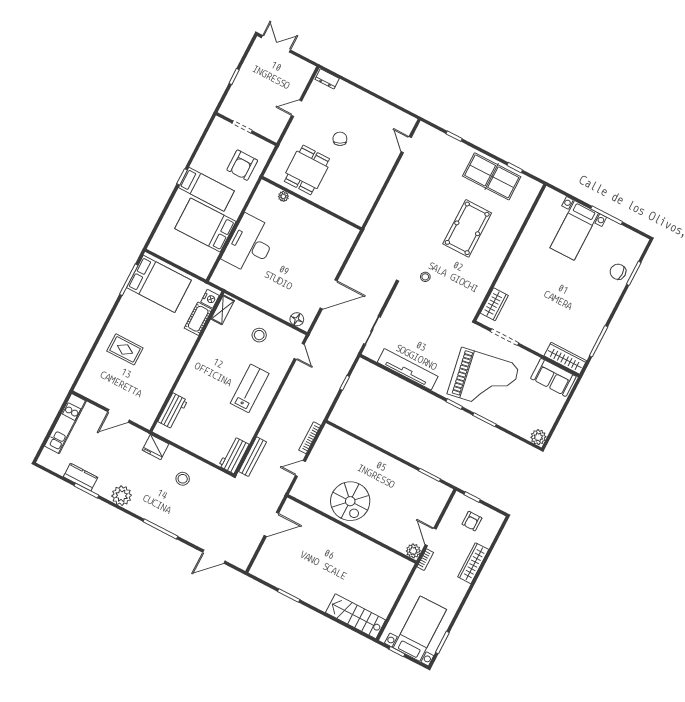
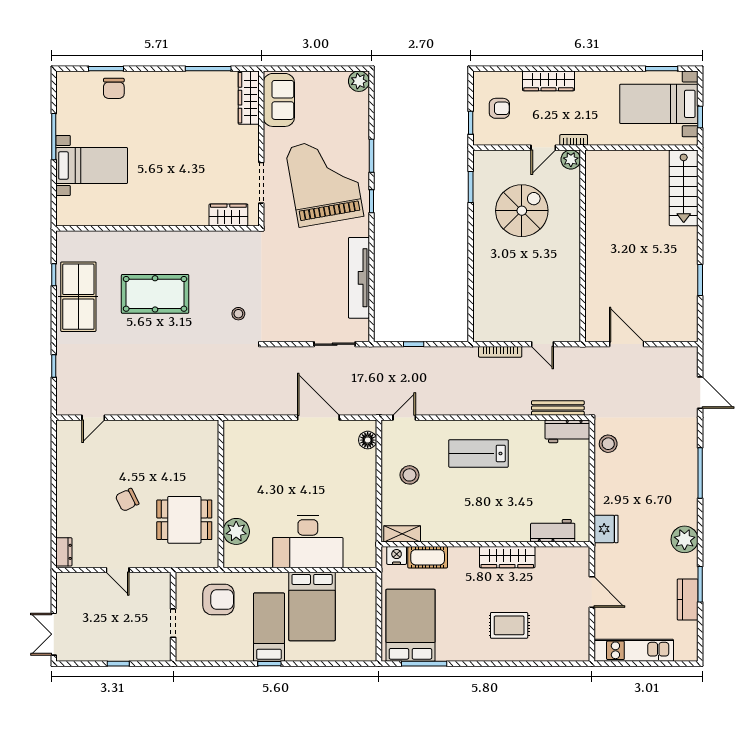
plant: (283, 196) -> (236, 531), width x1.88, depth x1.88
rug: (125, 349) -> (509, 625), turned 90
wardrobe: (171, 372) -> (507, 557), added
stool: (183, 479) -> (608, 444), moved
spiral stairs: (350, 501) -> (522, 211), moved

